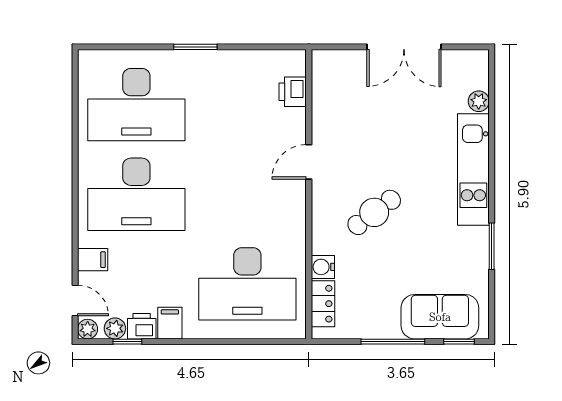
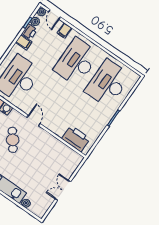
double door: (404, 47) -> (63, 190), width x0.73
printer: (293, 92) -> (76, 139), width x1.87, depth x1.48
door: (309, 162) -> (33, 121), moved
door: (75, 300) -> (55, 15), hinge flipped

